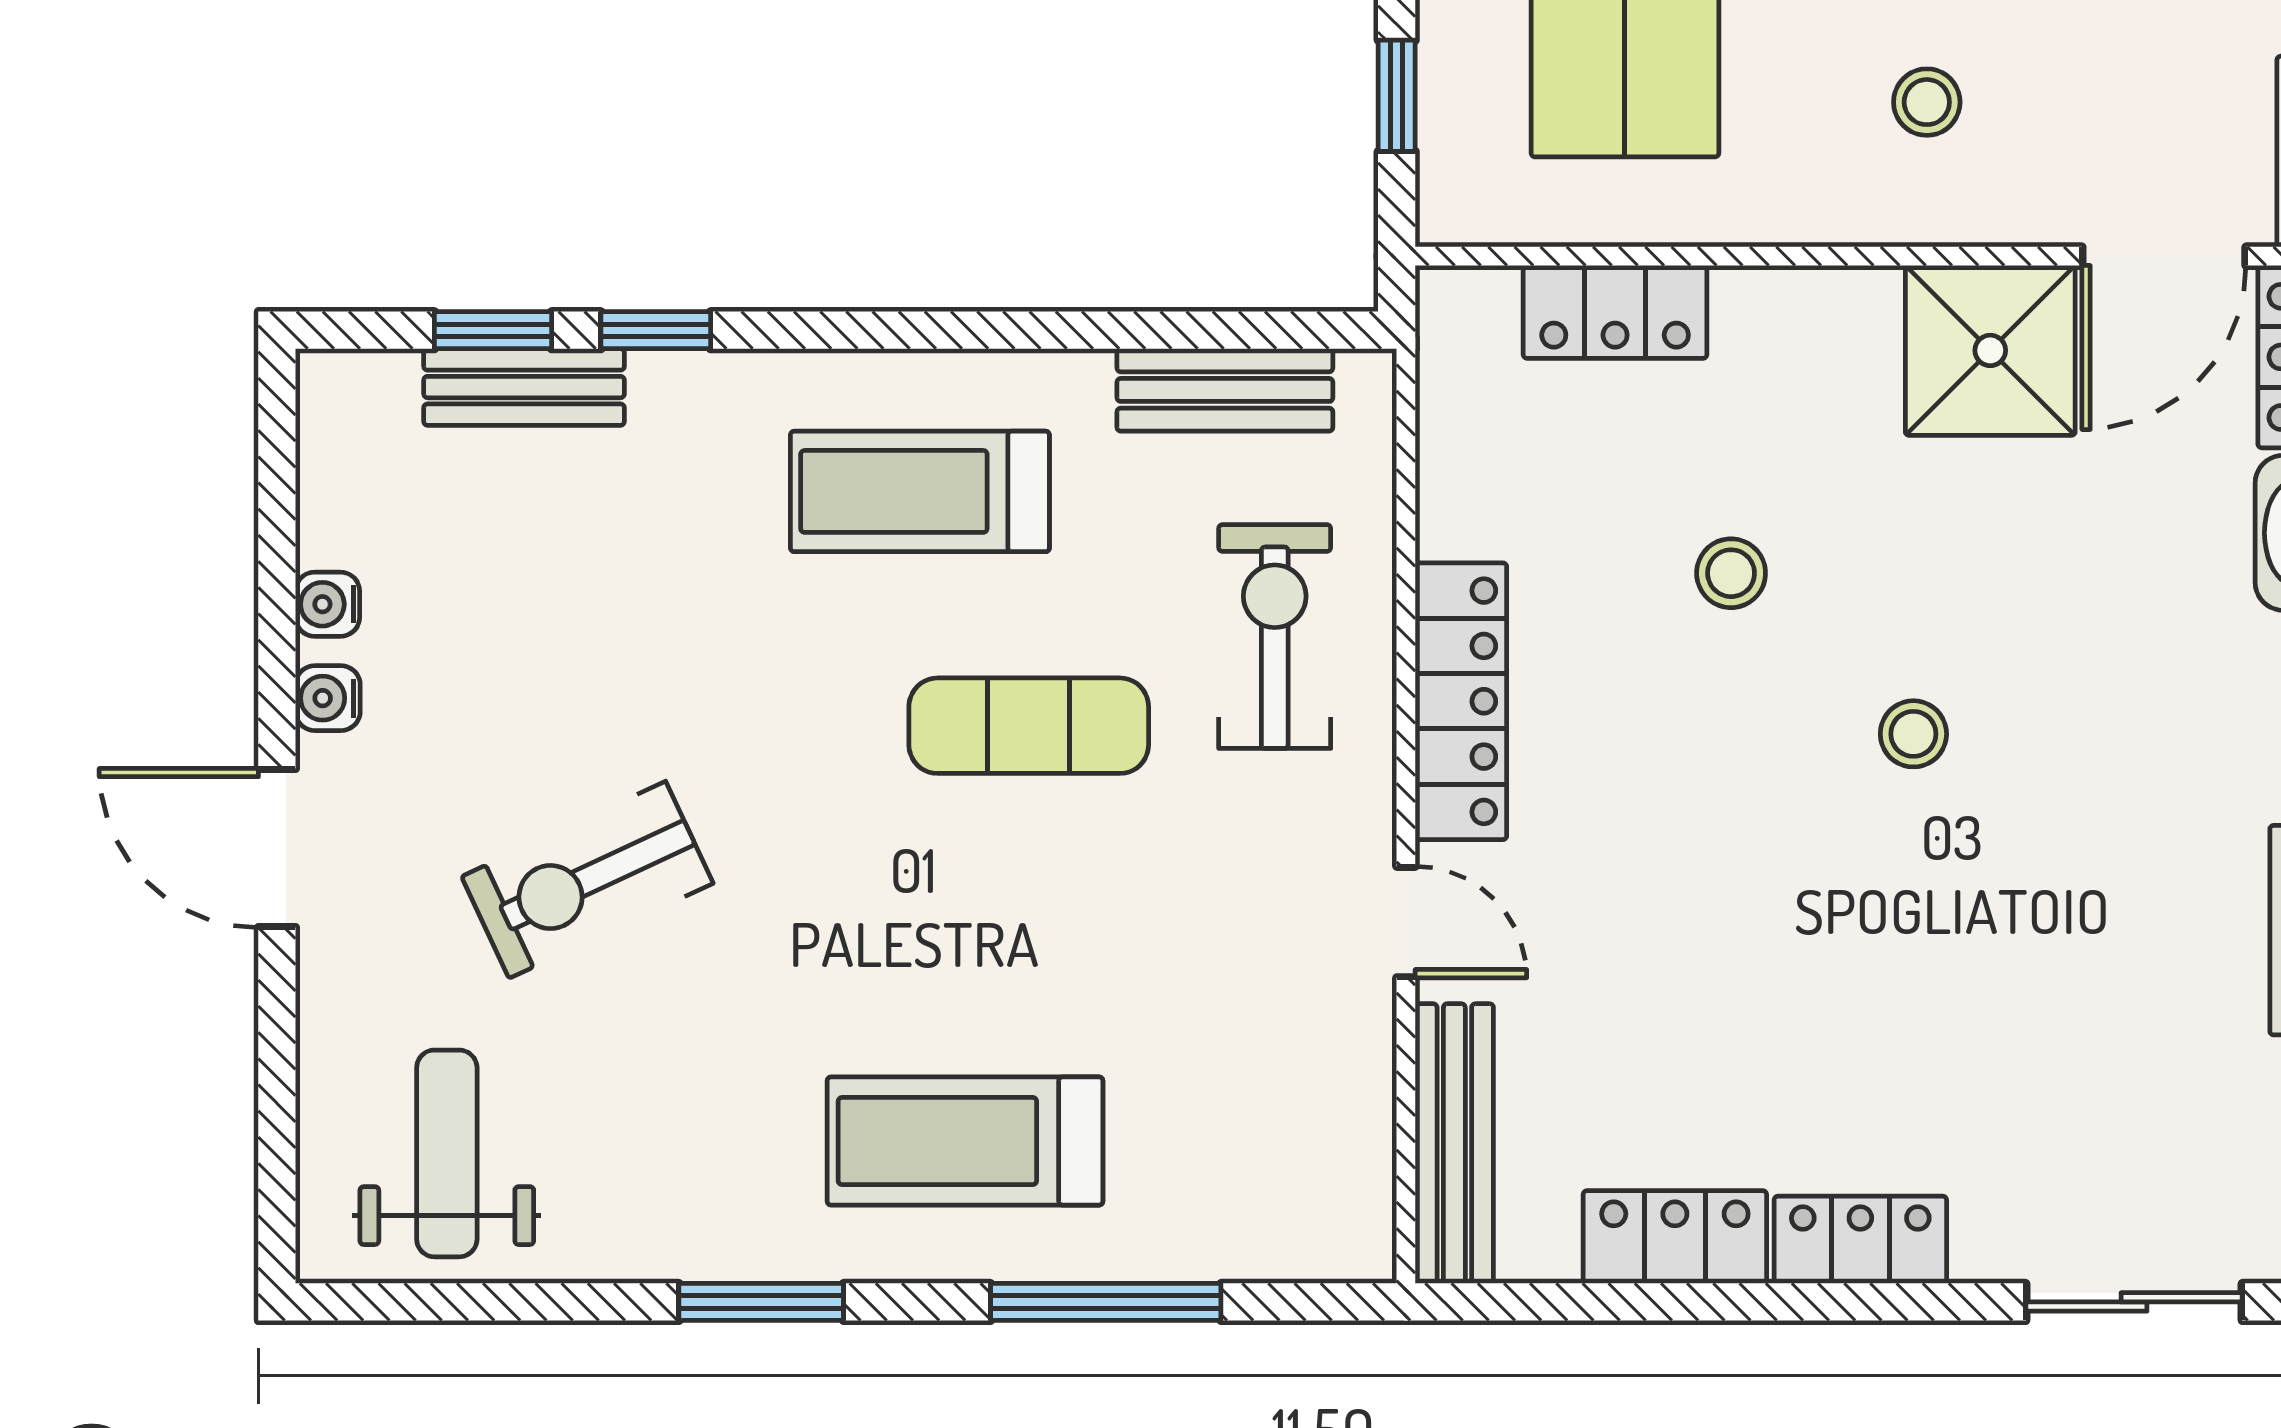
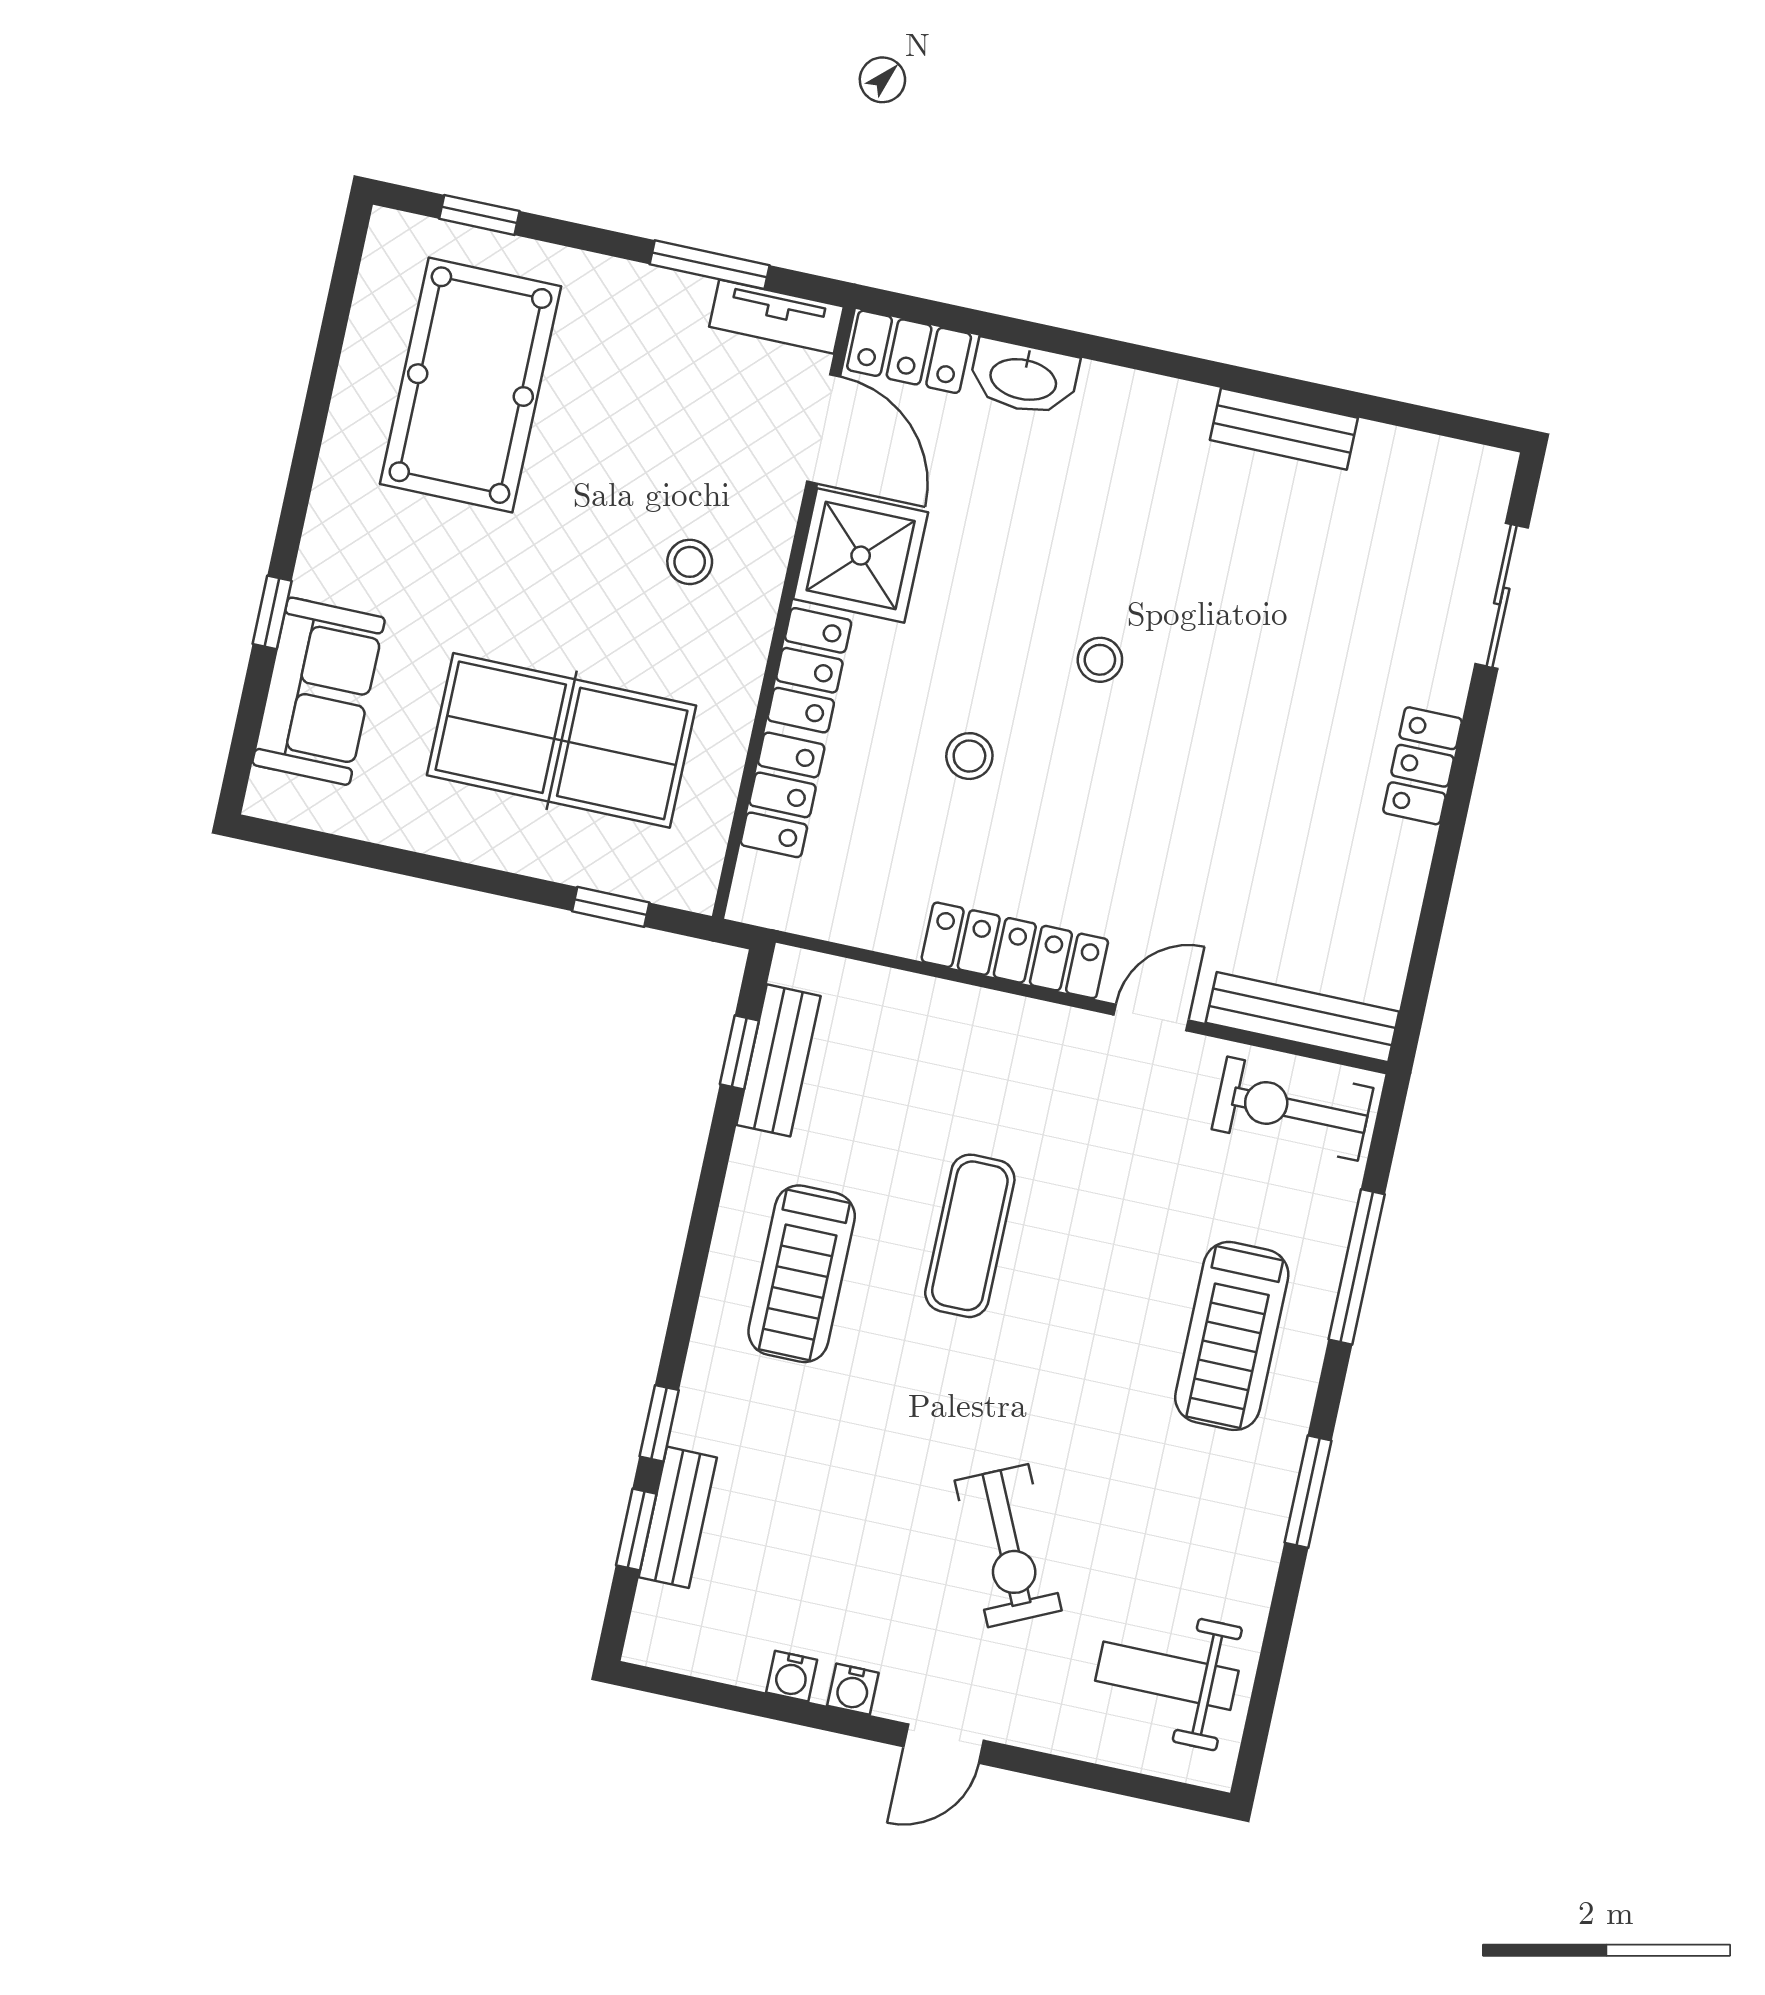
window: (1224, 330) -> (739, 1052), added
exercise bike: (1275, 637) -> (1292, 1109), moved
door: (277, 848) -> (944, 1744), width x0.73
locker: (1675, 1237) -> (809, 670), moved, turned 180

